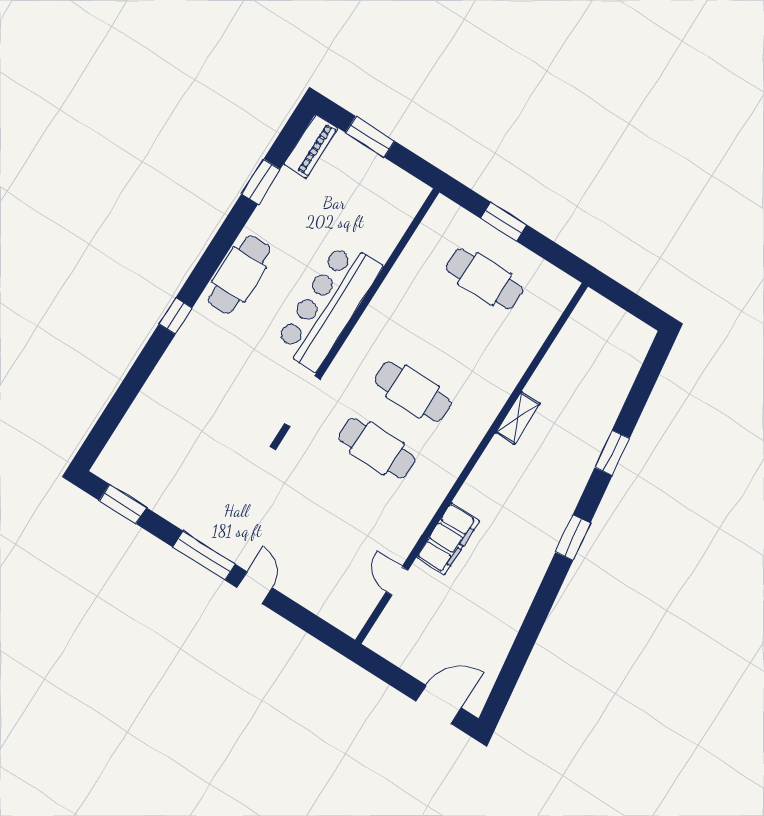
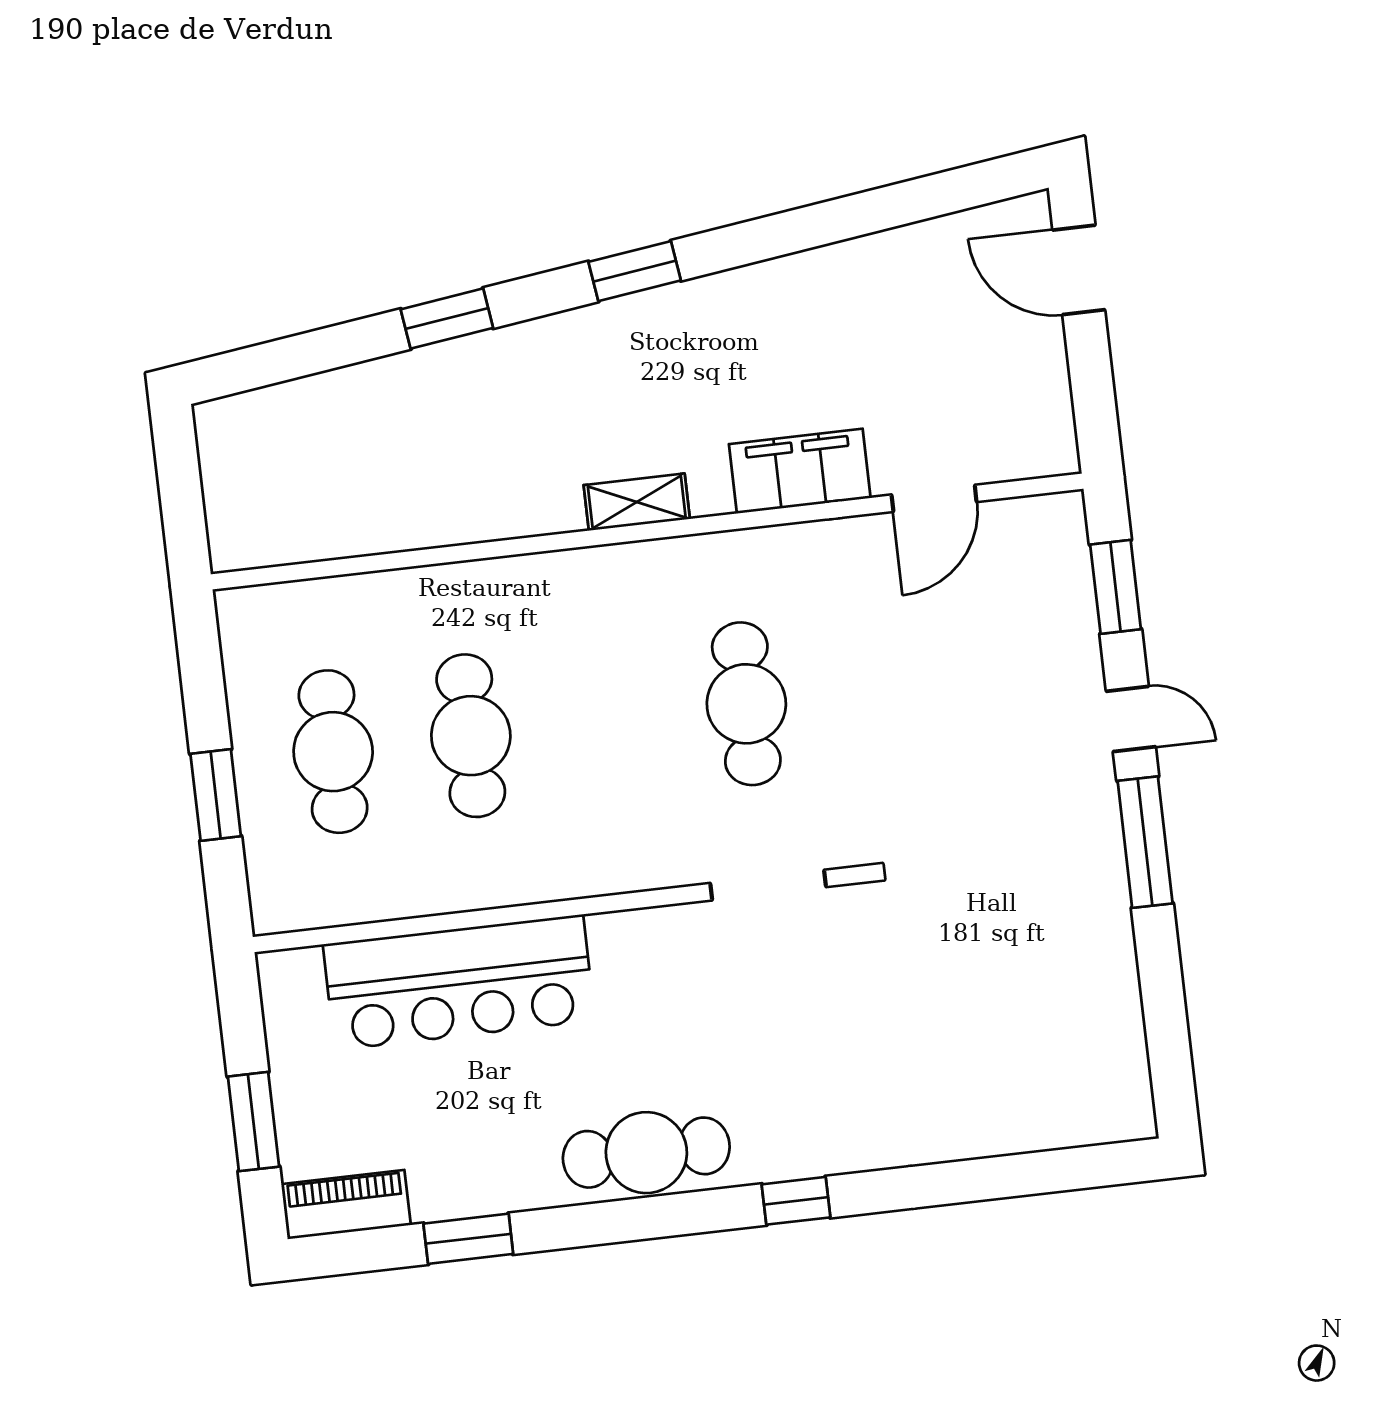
bar counter: (328, 306) -> (459, 982), moved
cafe table: (413, 392) -> (471, 736), moved
shelving: (518, 418) -> (637, 502), moved
window: (123, 504) -> (1116, 587), moved
door: (397, 581) -> (934, 498), width x1.38
door: (255, 588) -> (1131, 719), swing flipped

